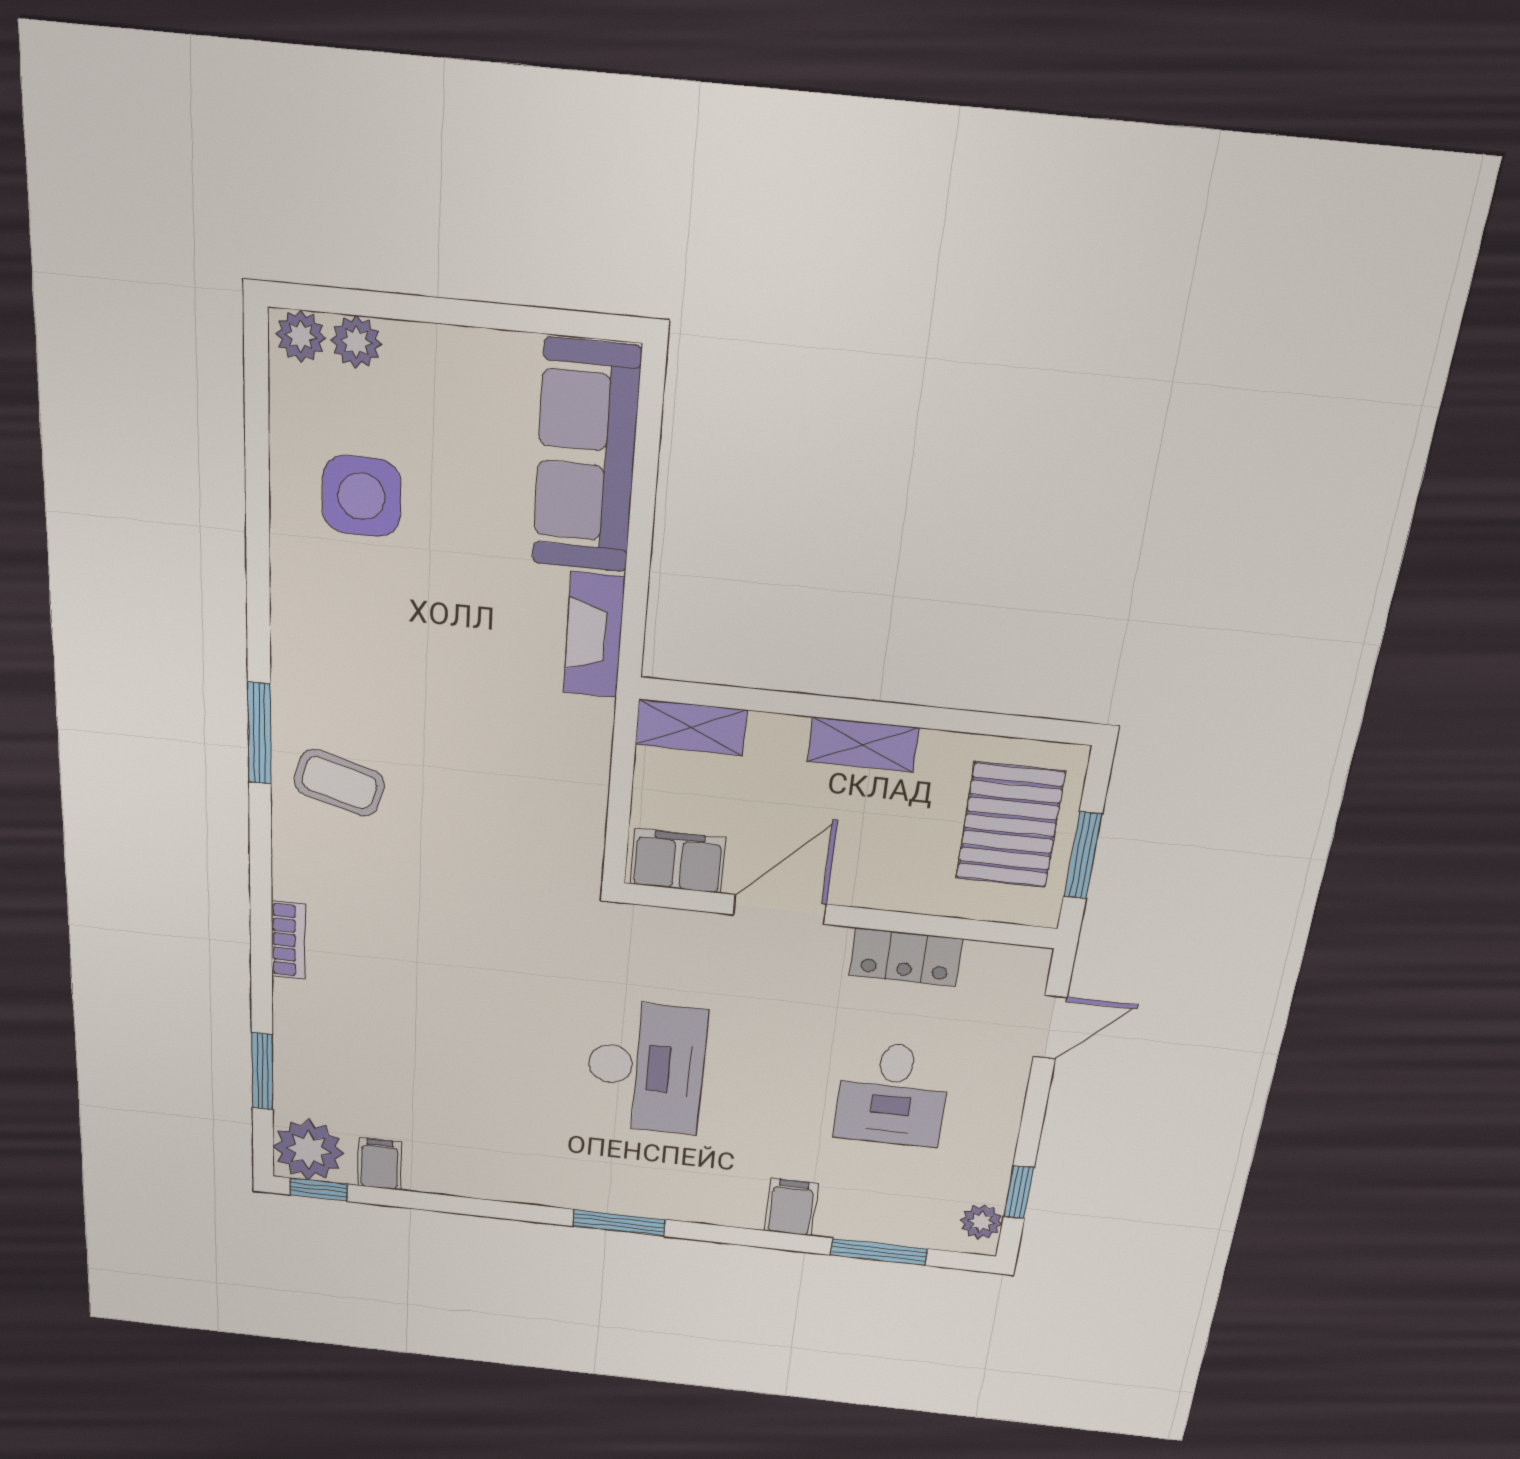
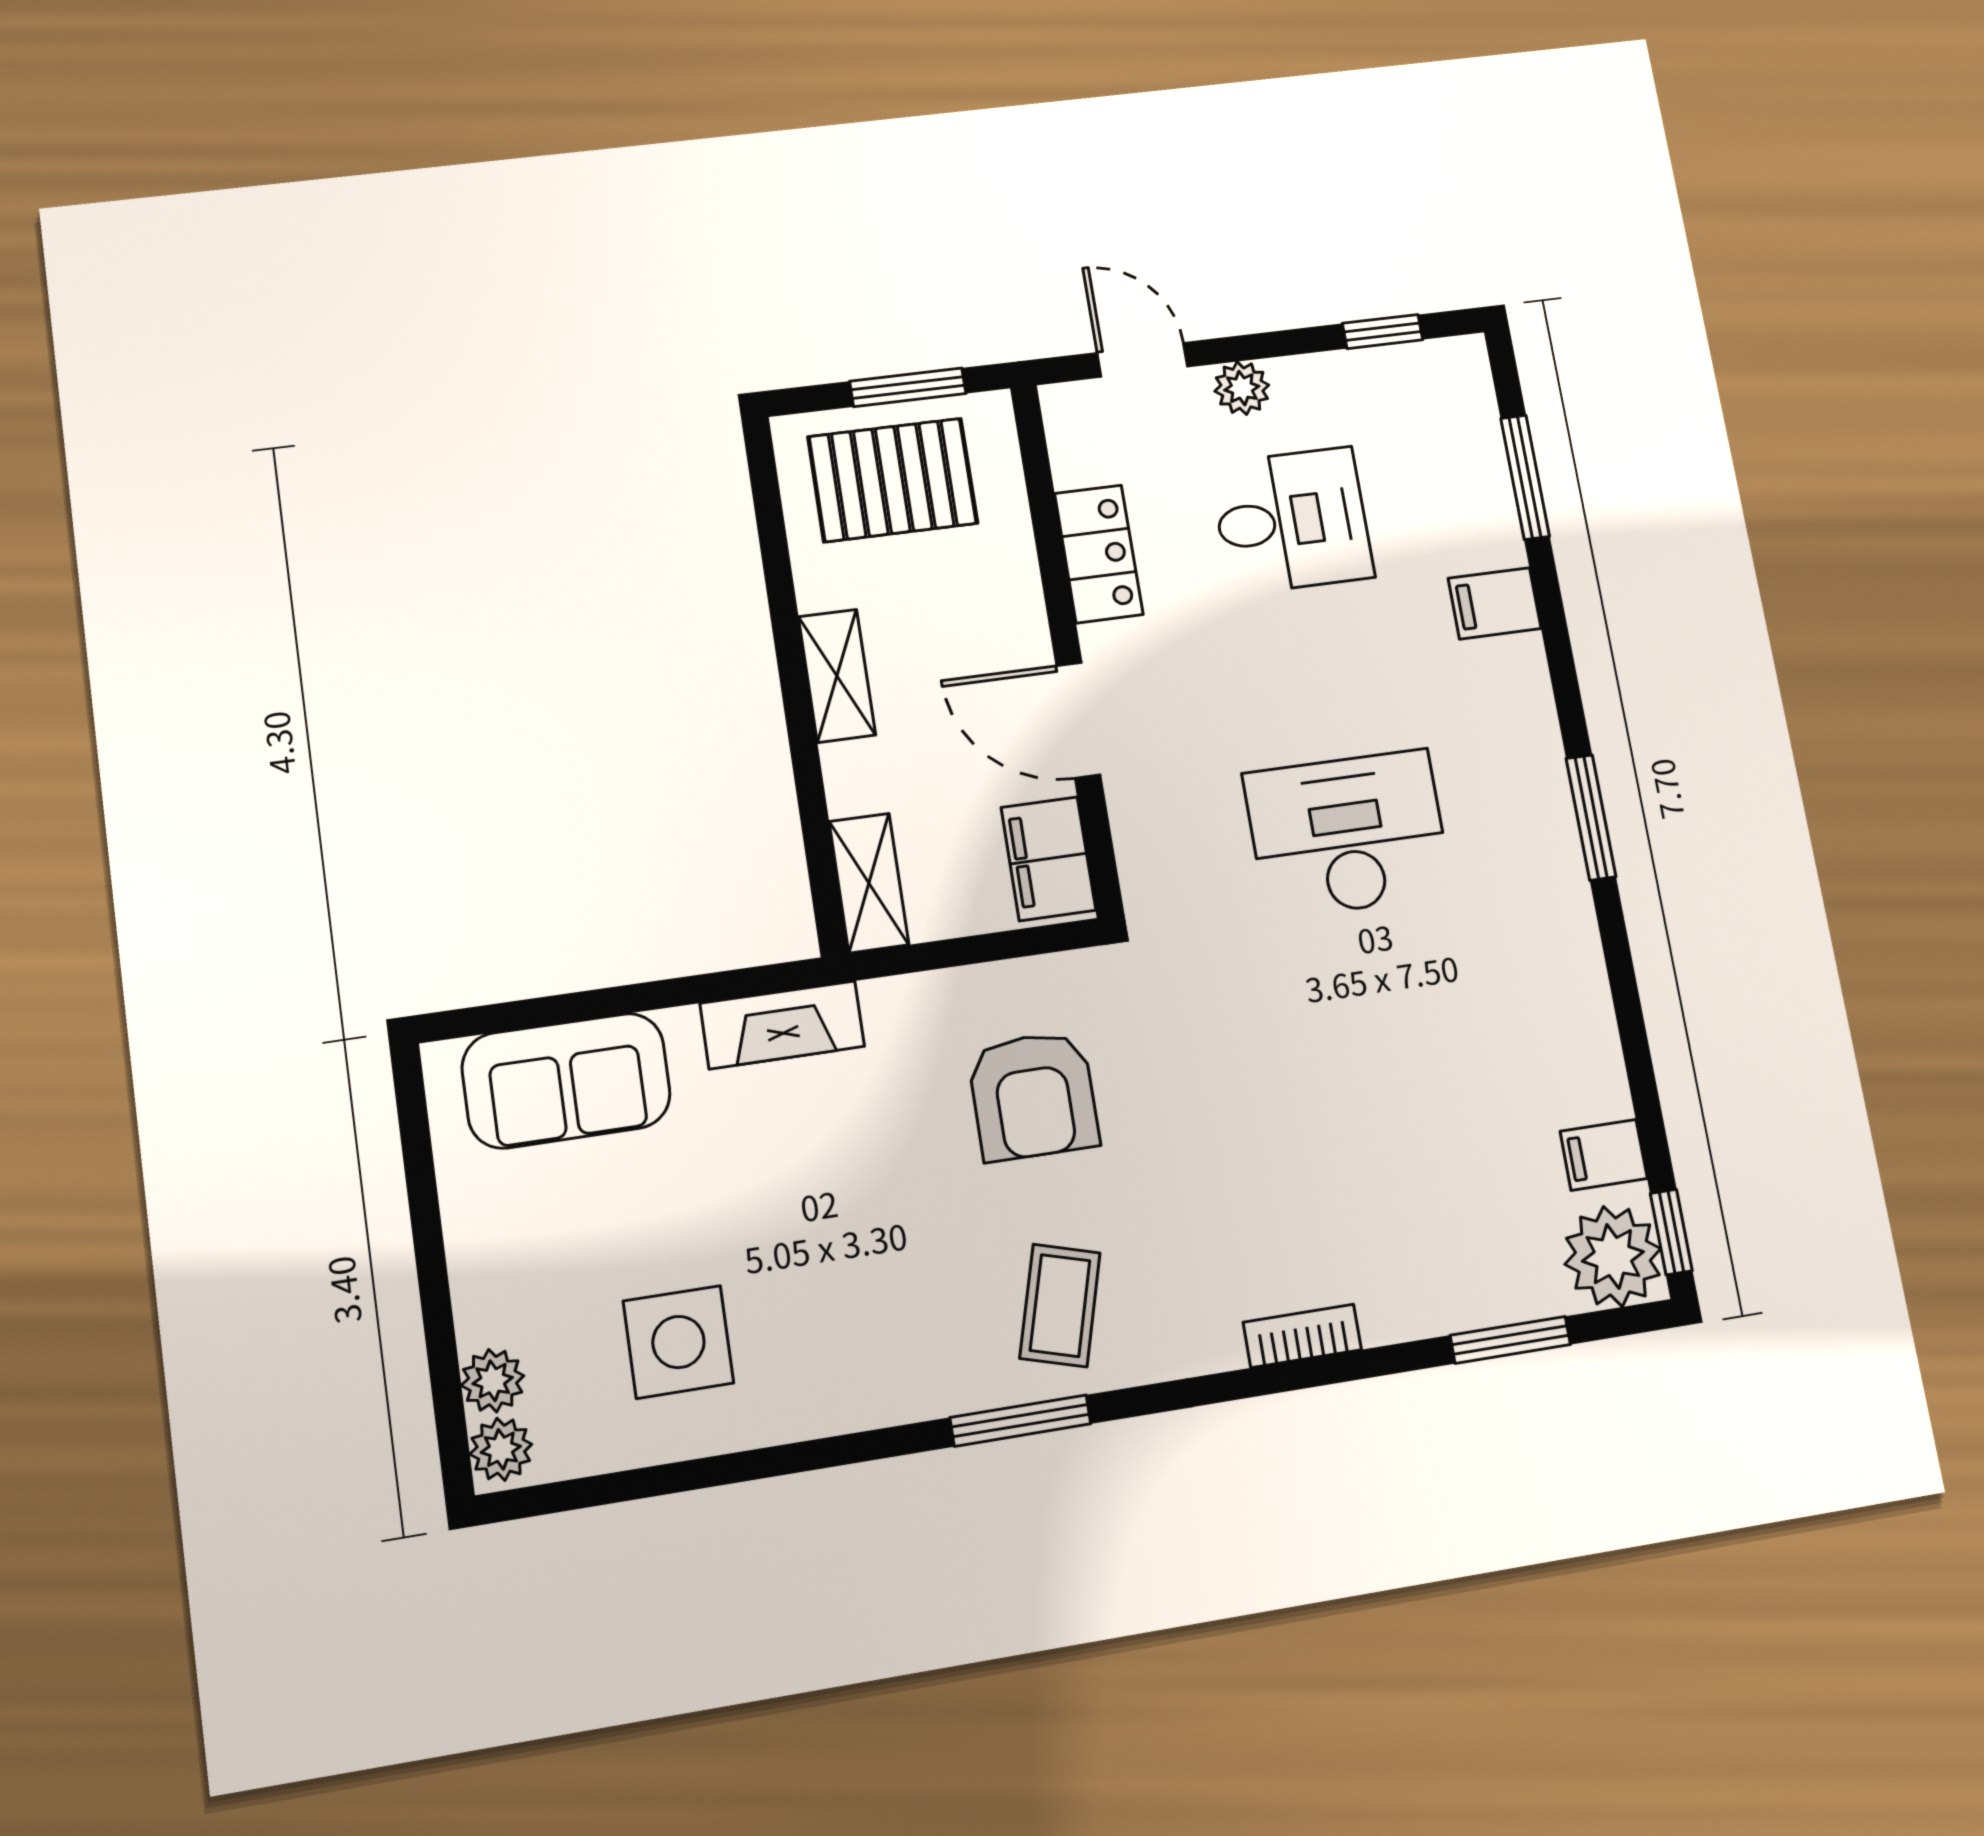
sofa: (586, 457) -> (566, 1081), width x0.73
armchair: (500, 804) -> (1033, 1096), added
plant: (981, 1222) -> (1242, 388), moved

